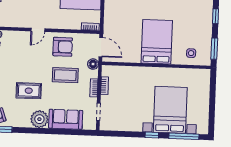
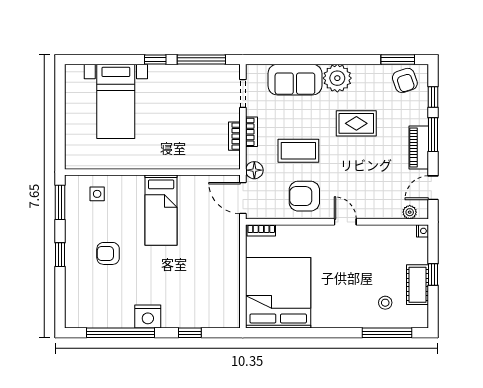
armchair: (186, 16) -> (108, 253), added
door: (38, 30) -> (345, 222), hinge flipped
bed: (157, 42) -> (161, 210), width x0.67
bed with nightstands: (170, 110) -> (116, 101), width x0.73
window: (184, 136) -> (201, 59), moved

